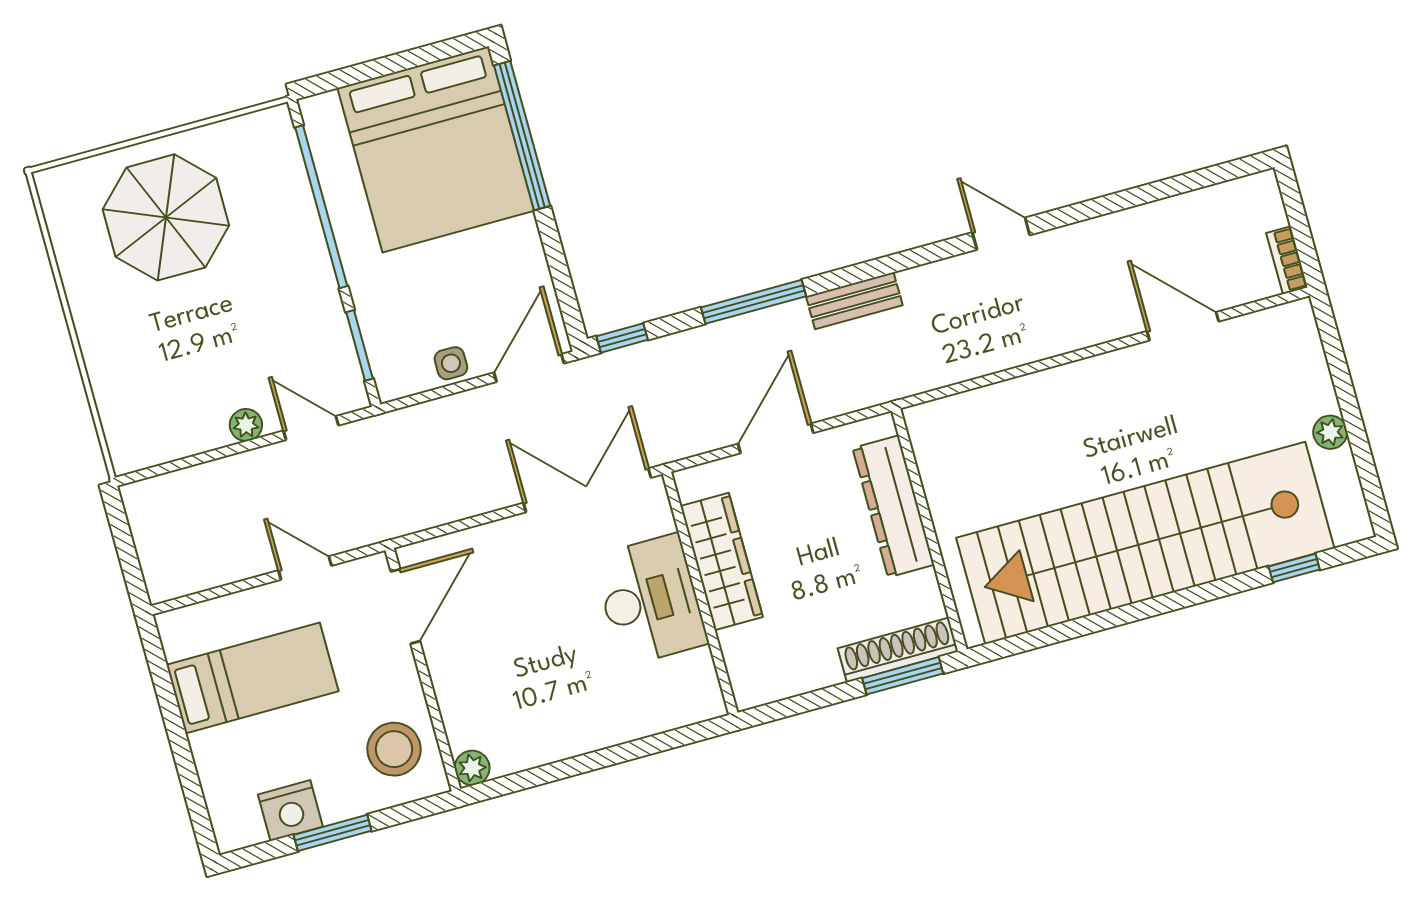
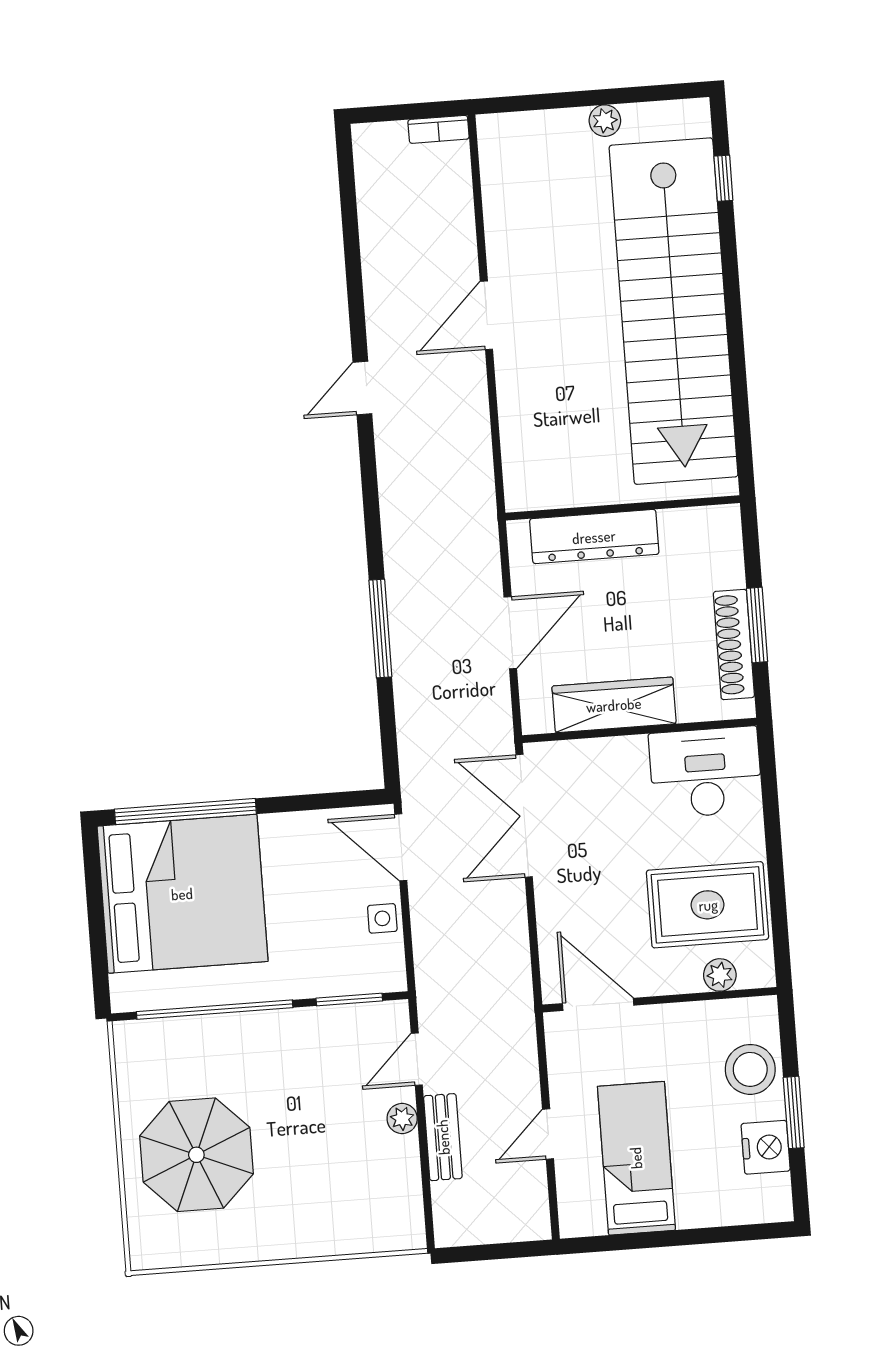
bench: (854, 301) -> (443, 1137), moved
door: (1183, 326) -> (486, 315), moved
window: (622, 338) -> (390, 756), removed
door: (776, 438) -> (510, 633), swing flipped
door: (305, 568) -> (548, 1134), moved
desk: (650, 600) -> (706, 772), moved
shoe rack: (898, 650) -> (734, 644), moved
window: (903, 676) -> (757, 625), moved
rug: (532, 700) -> (708, 905), added
stool: (394, 749) -> (750, 1069), moved
plant: (472, 768) -> (720, 975), moved

